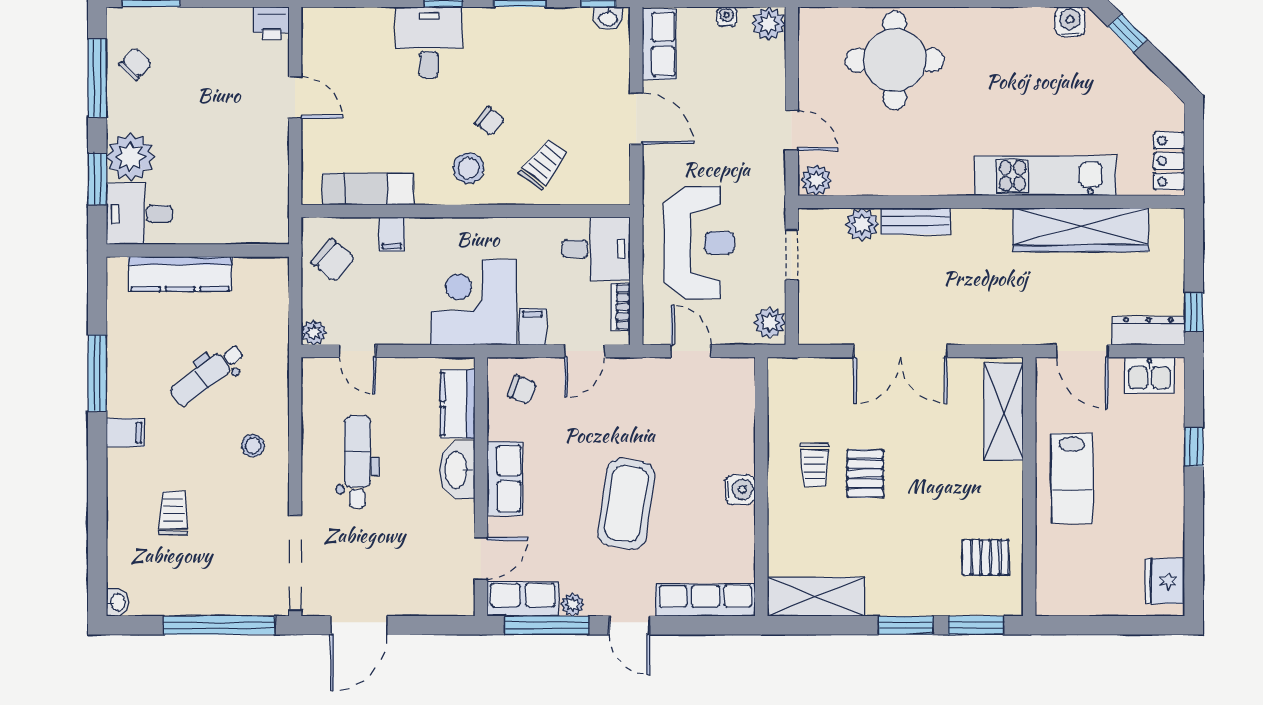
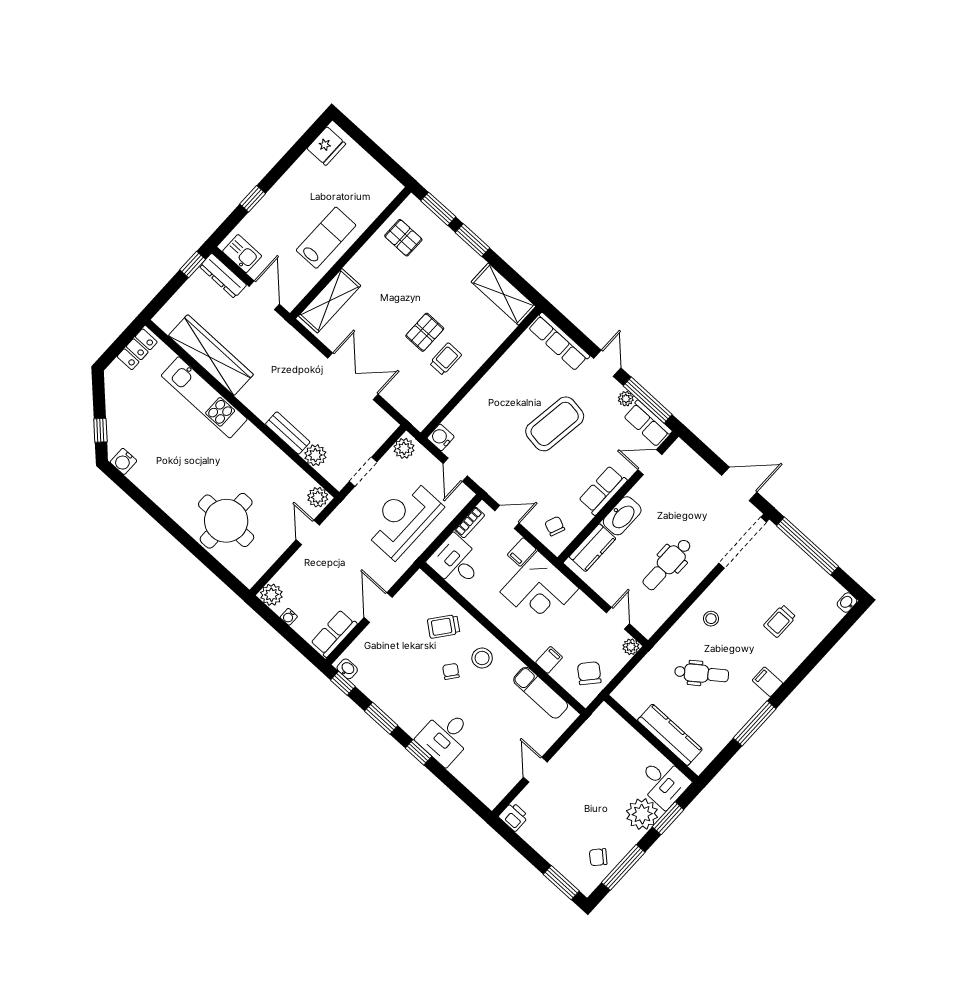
water cooler: (740, 490) -> (441, 437), moved

